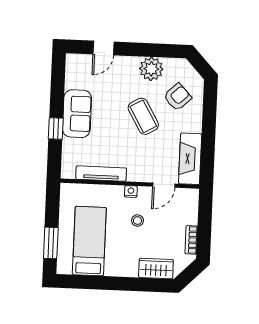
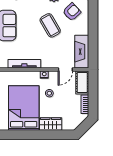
cot: (189, 206) -> (82, 82), added
bed: (89, 241) -> (24, 108), width x1.50
wardrobe: (156, 269) -> (51, 124), moved

